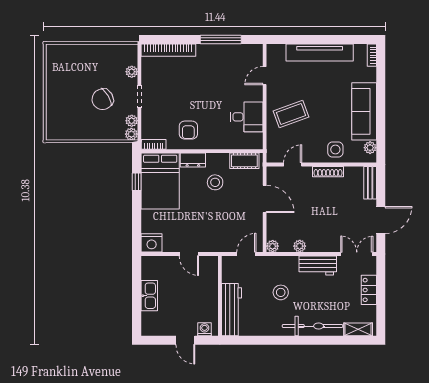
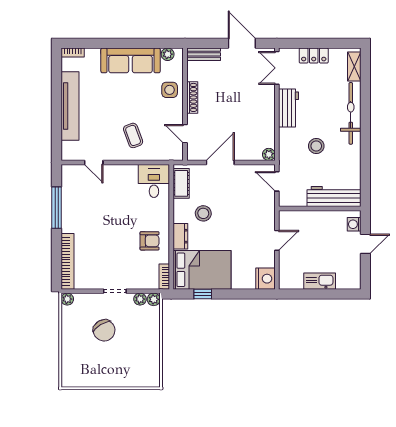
plant: (132, 72) -> (67, 299), moved
chair: (103, 99) -> (104, 330), moved
coffee table: (291, 114) -> (133, 135), width x0.73, depth x0.77
desk: (247, 117) -> (154, 181), moved
plant: (300, 246) -> (269, 127), removed

